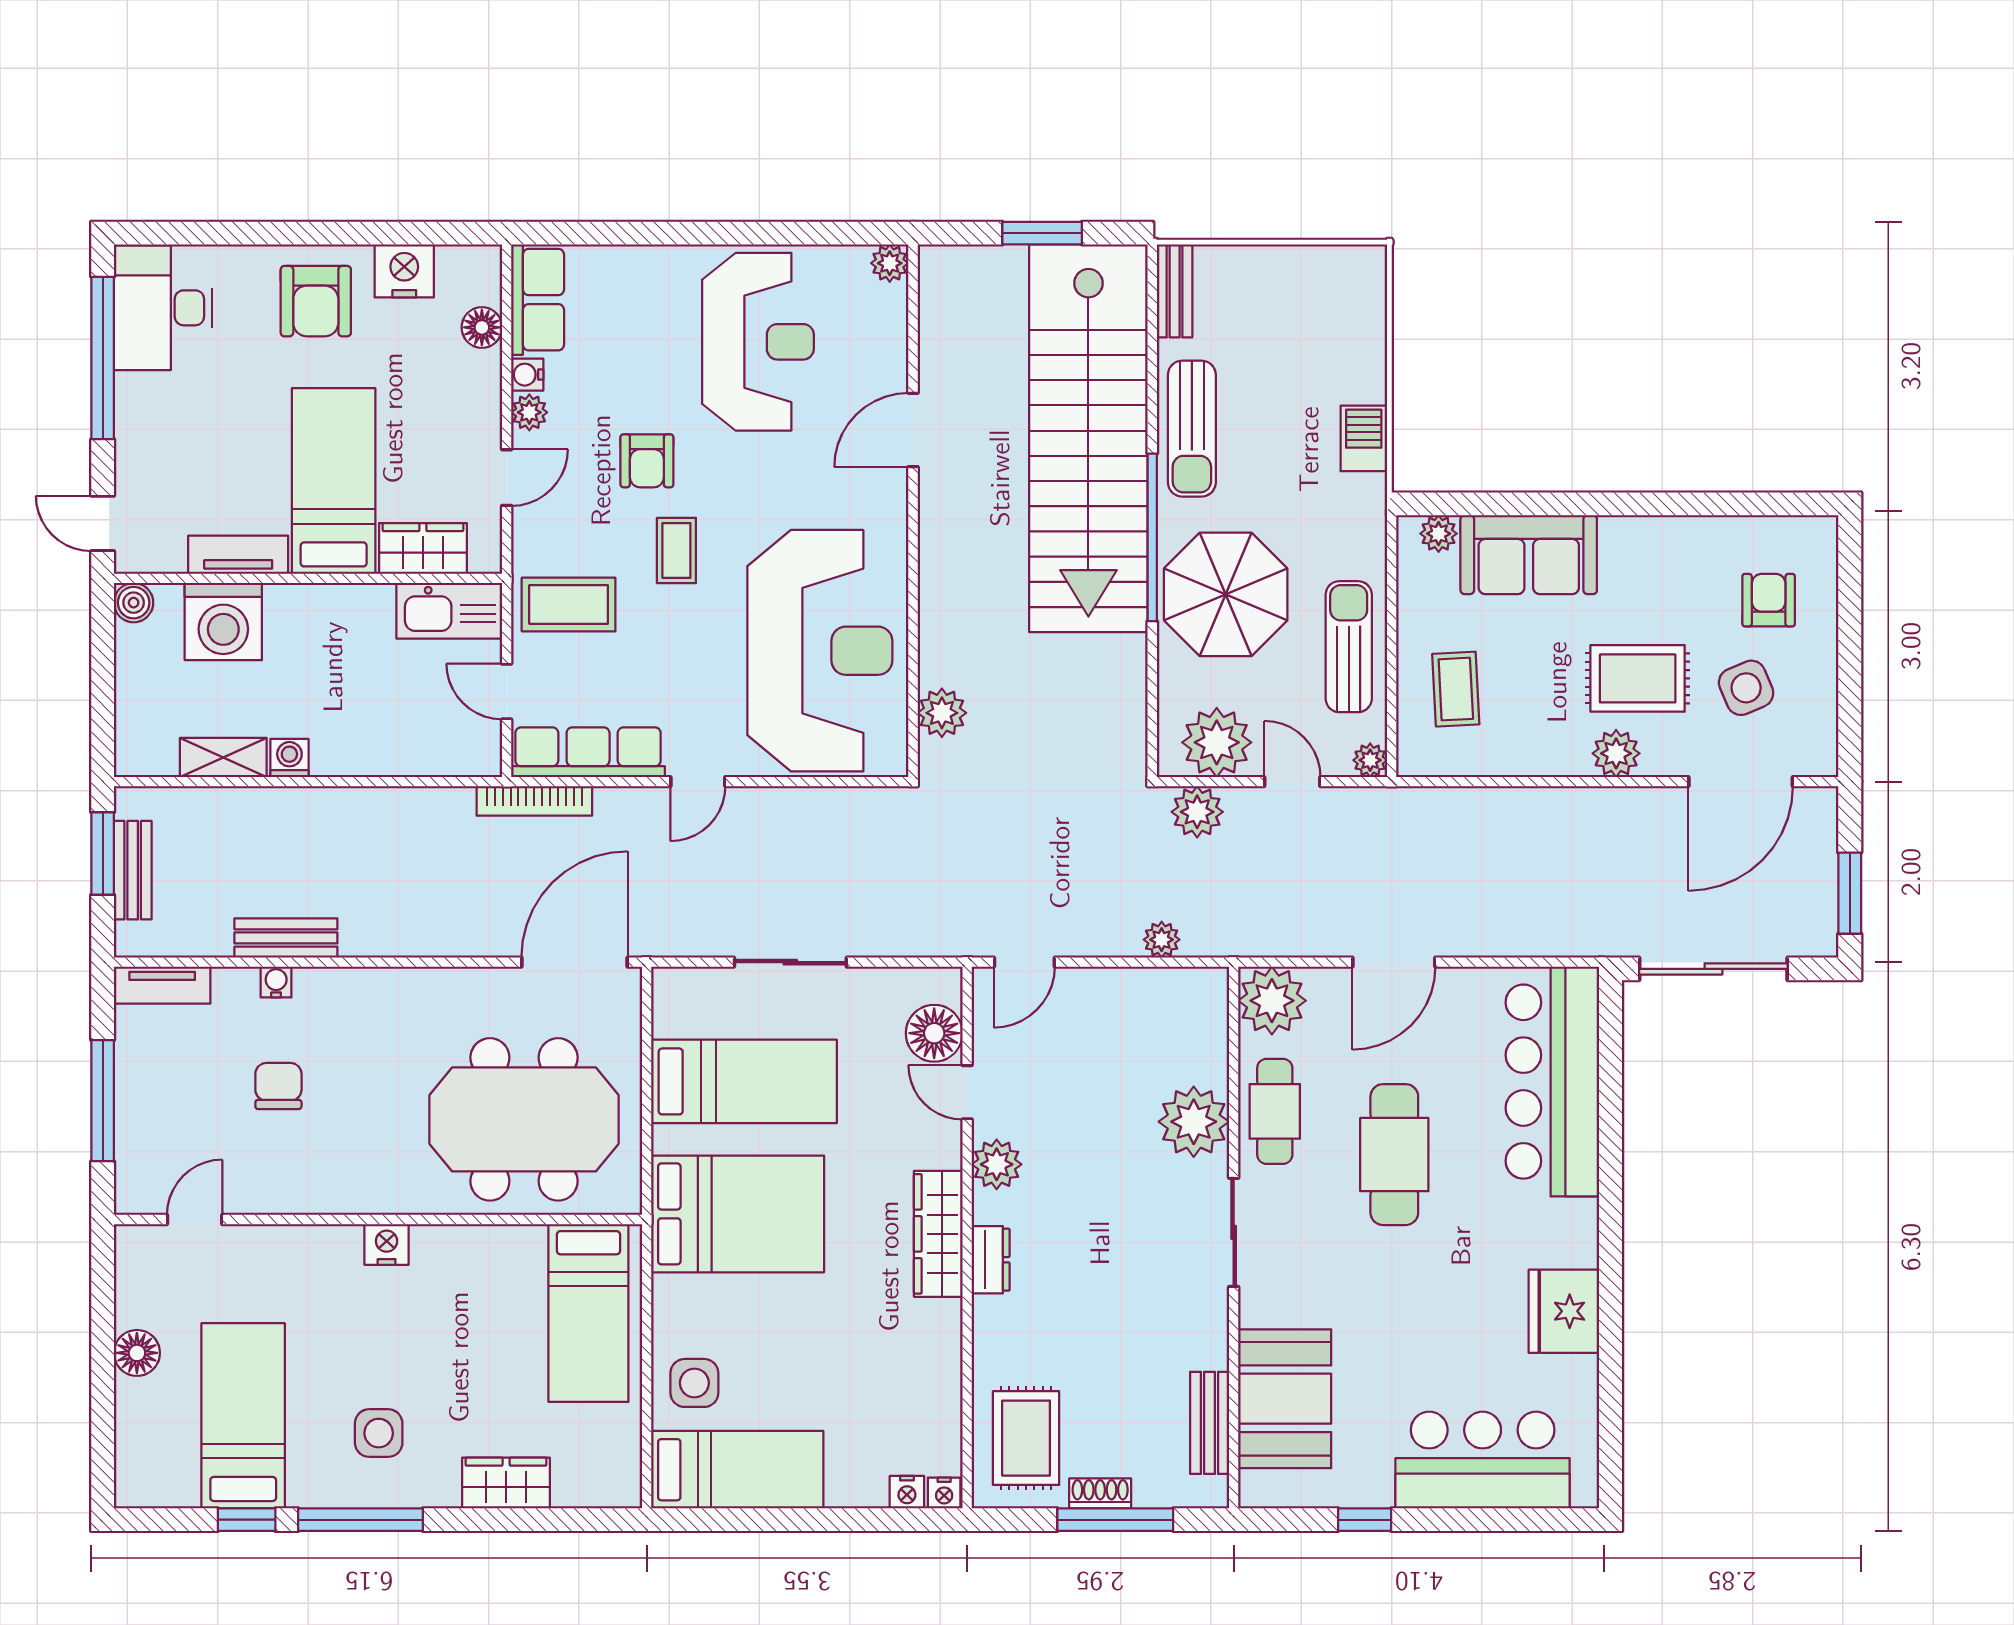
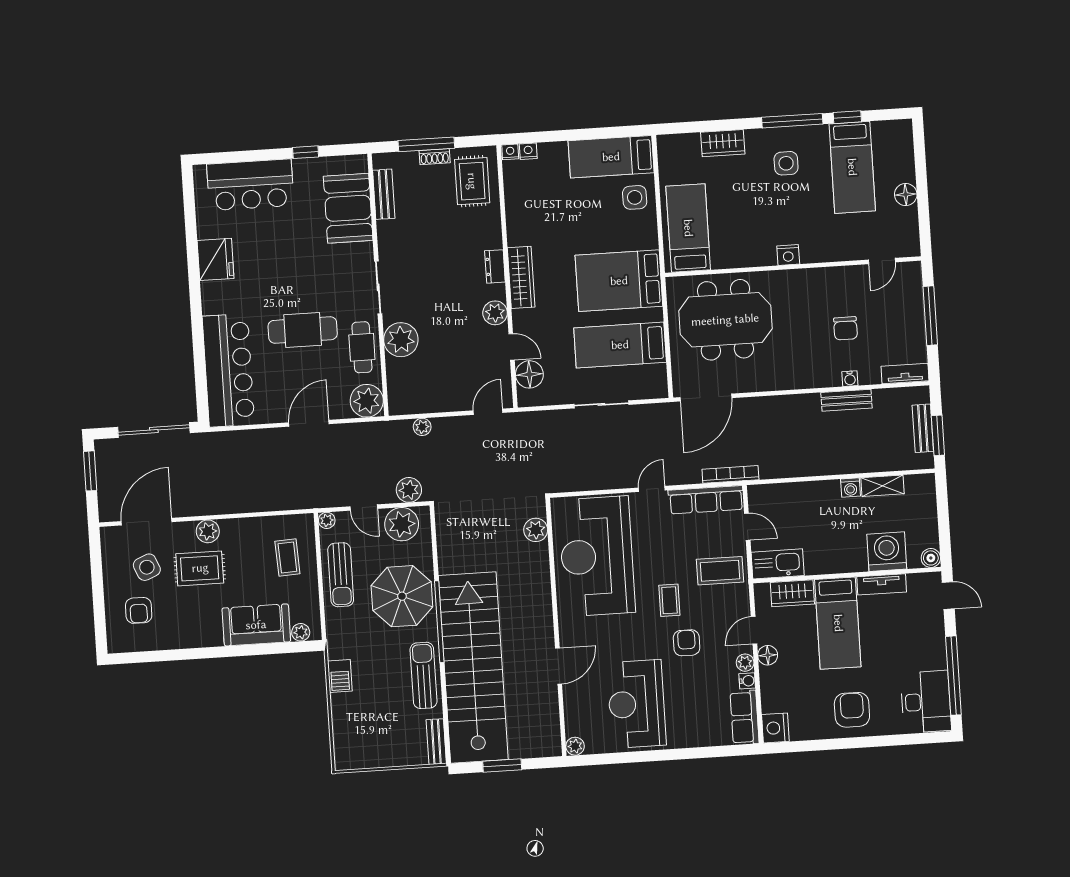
nightstand: (404, 271) -> (775, 728), moved, turned 90
floor lamp: (482, 327) -> (768, 655), moved
cafe table: (1394, 1155) -> (303, 330), turned 90

